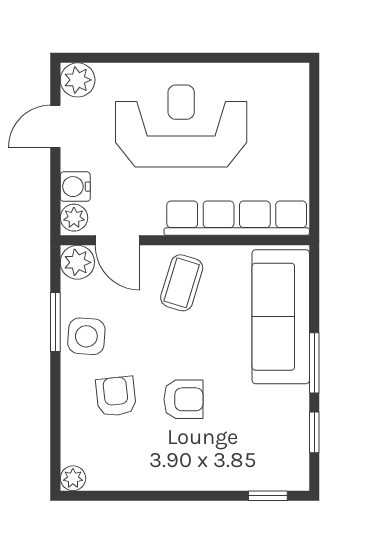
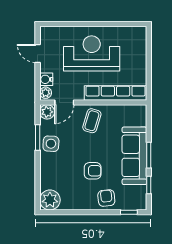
plant: (78, 80) -> (47, 34), removed
door: (55, 126) -> (38, 53), hinge flipped
door: (117, 240) -> (64, 102), hinge flipped
sofa: (281, 317) -> (134, 156), moved
armchair: (116, 396) -> (106, 198), moved
plant: (73, 478) -> (50, 200), width x1.88, depth x1.88

